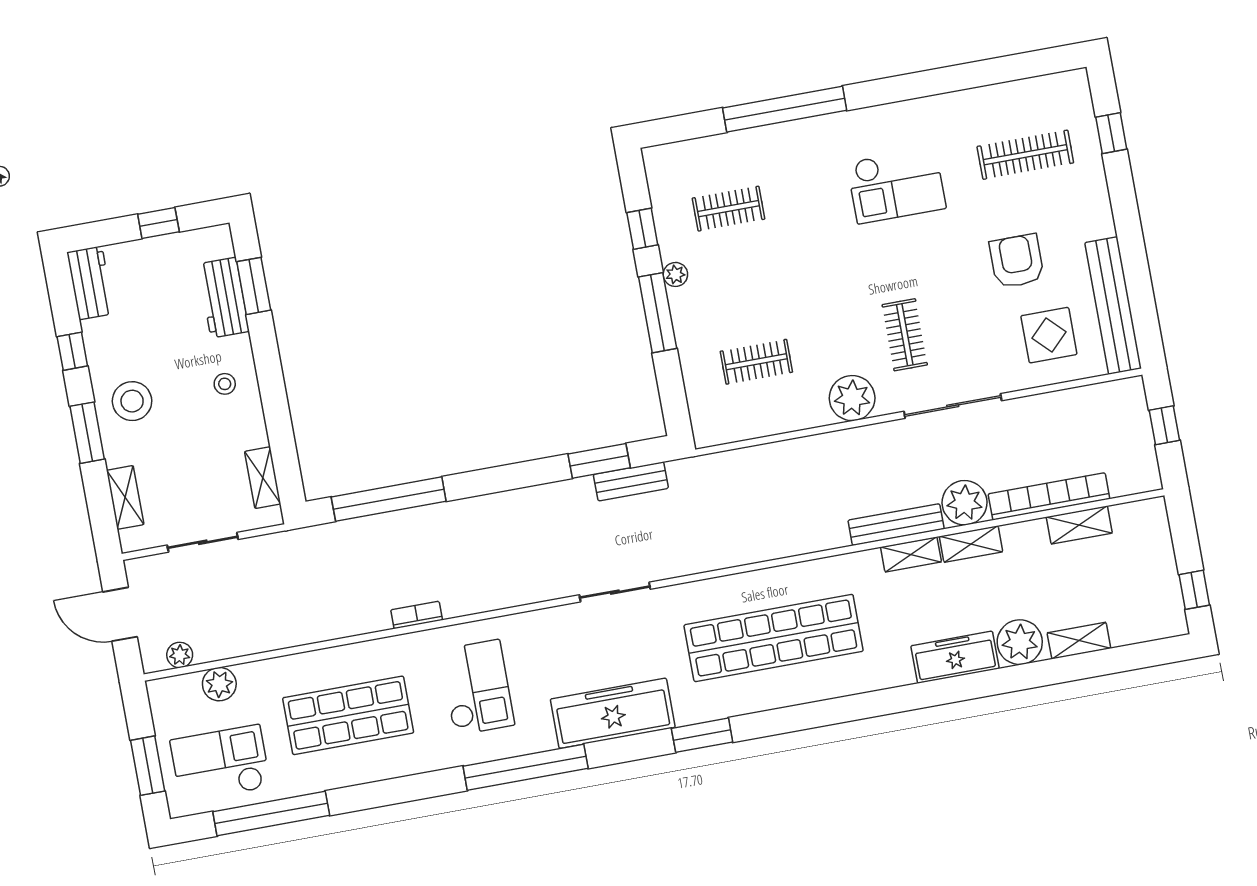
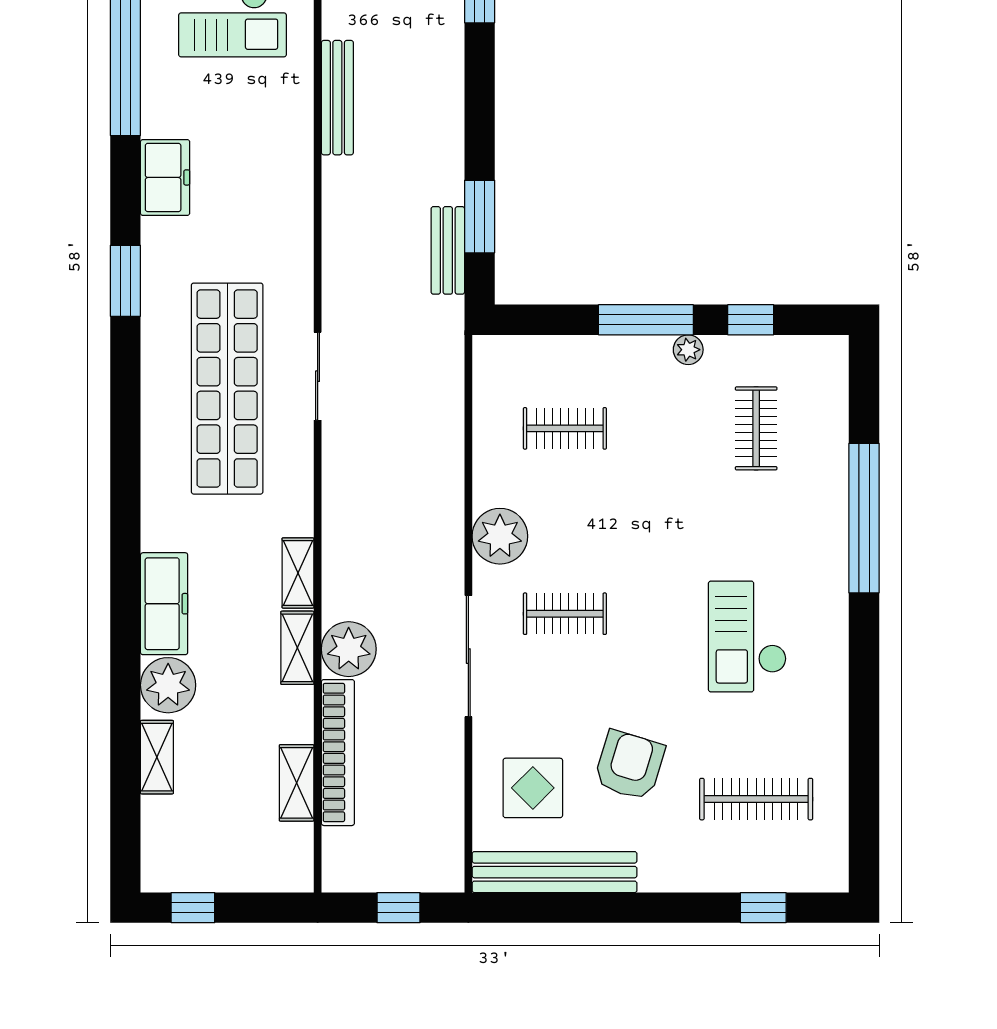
clothes rail: (1025, 155) -> (756, 799), turned 90
armchair: (1017, 261) -> (629, 765), turned -73
clothes rail: (756, 362) -> (565, 428), turned 90
bench: (896, 525) -> (337, 98), moved
sliding door: (615, 592) -> (318, 376), moved
freezer: (613, 713) -> (165, 177), width x0.52, depth x0.79

